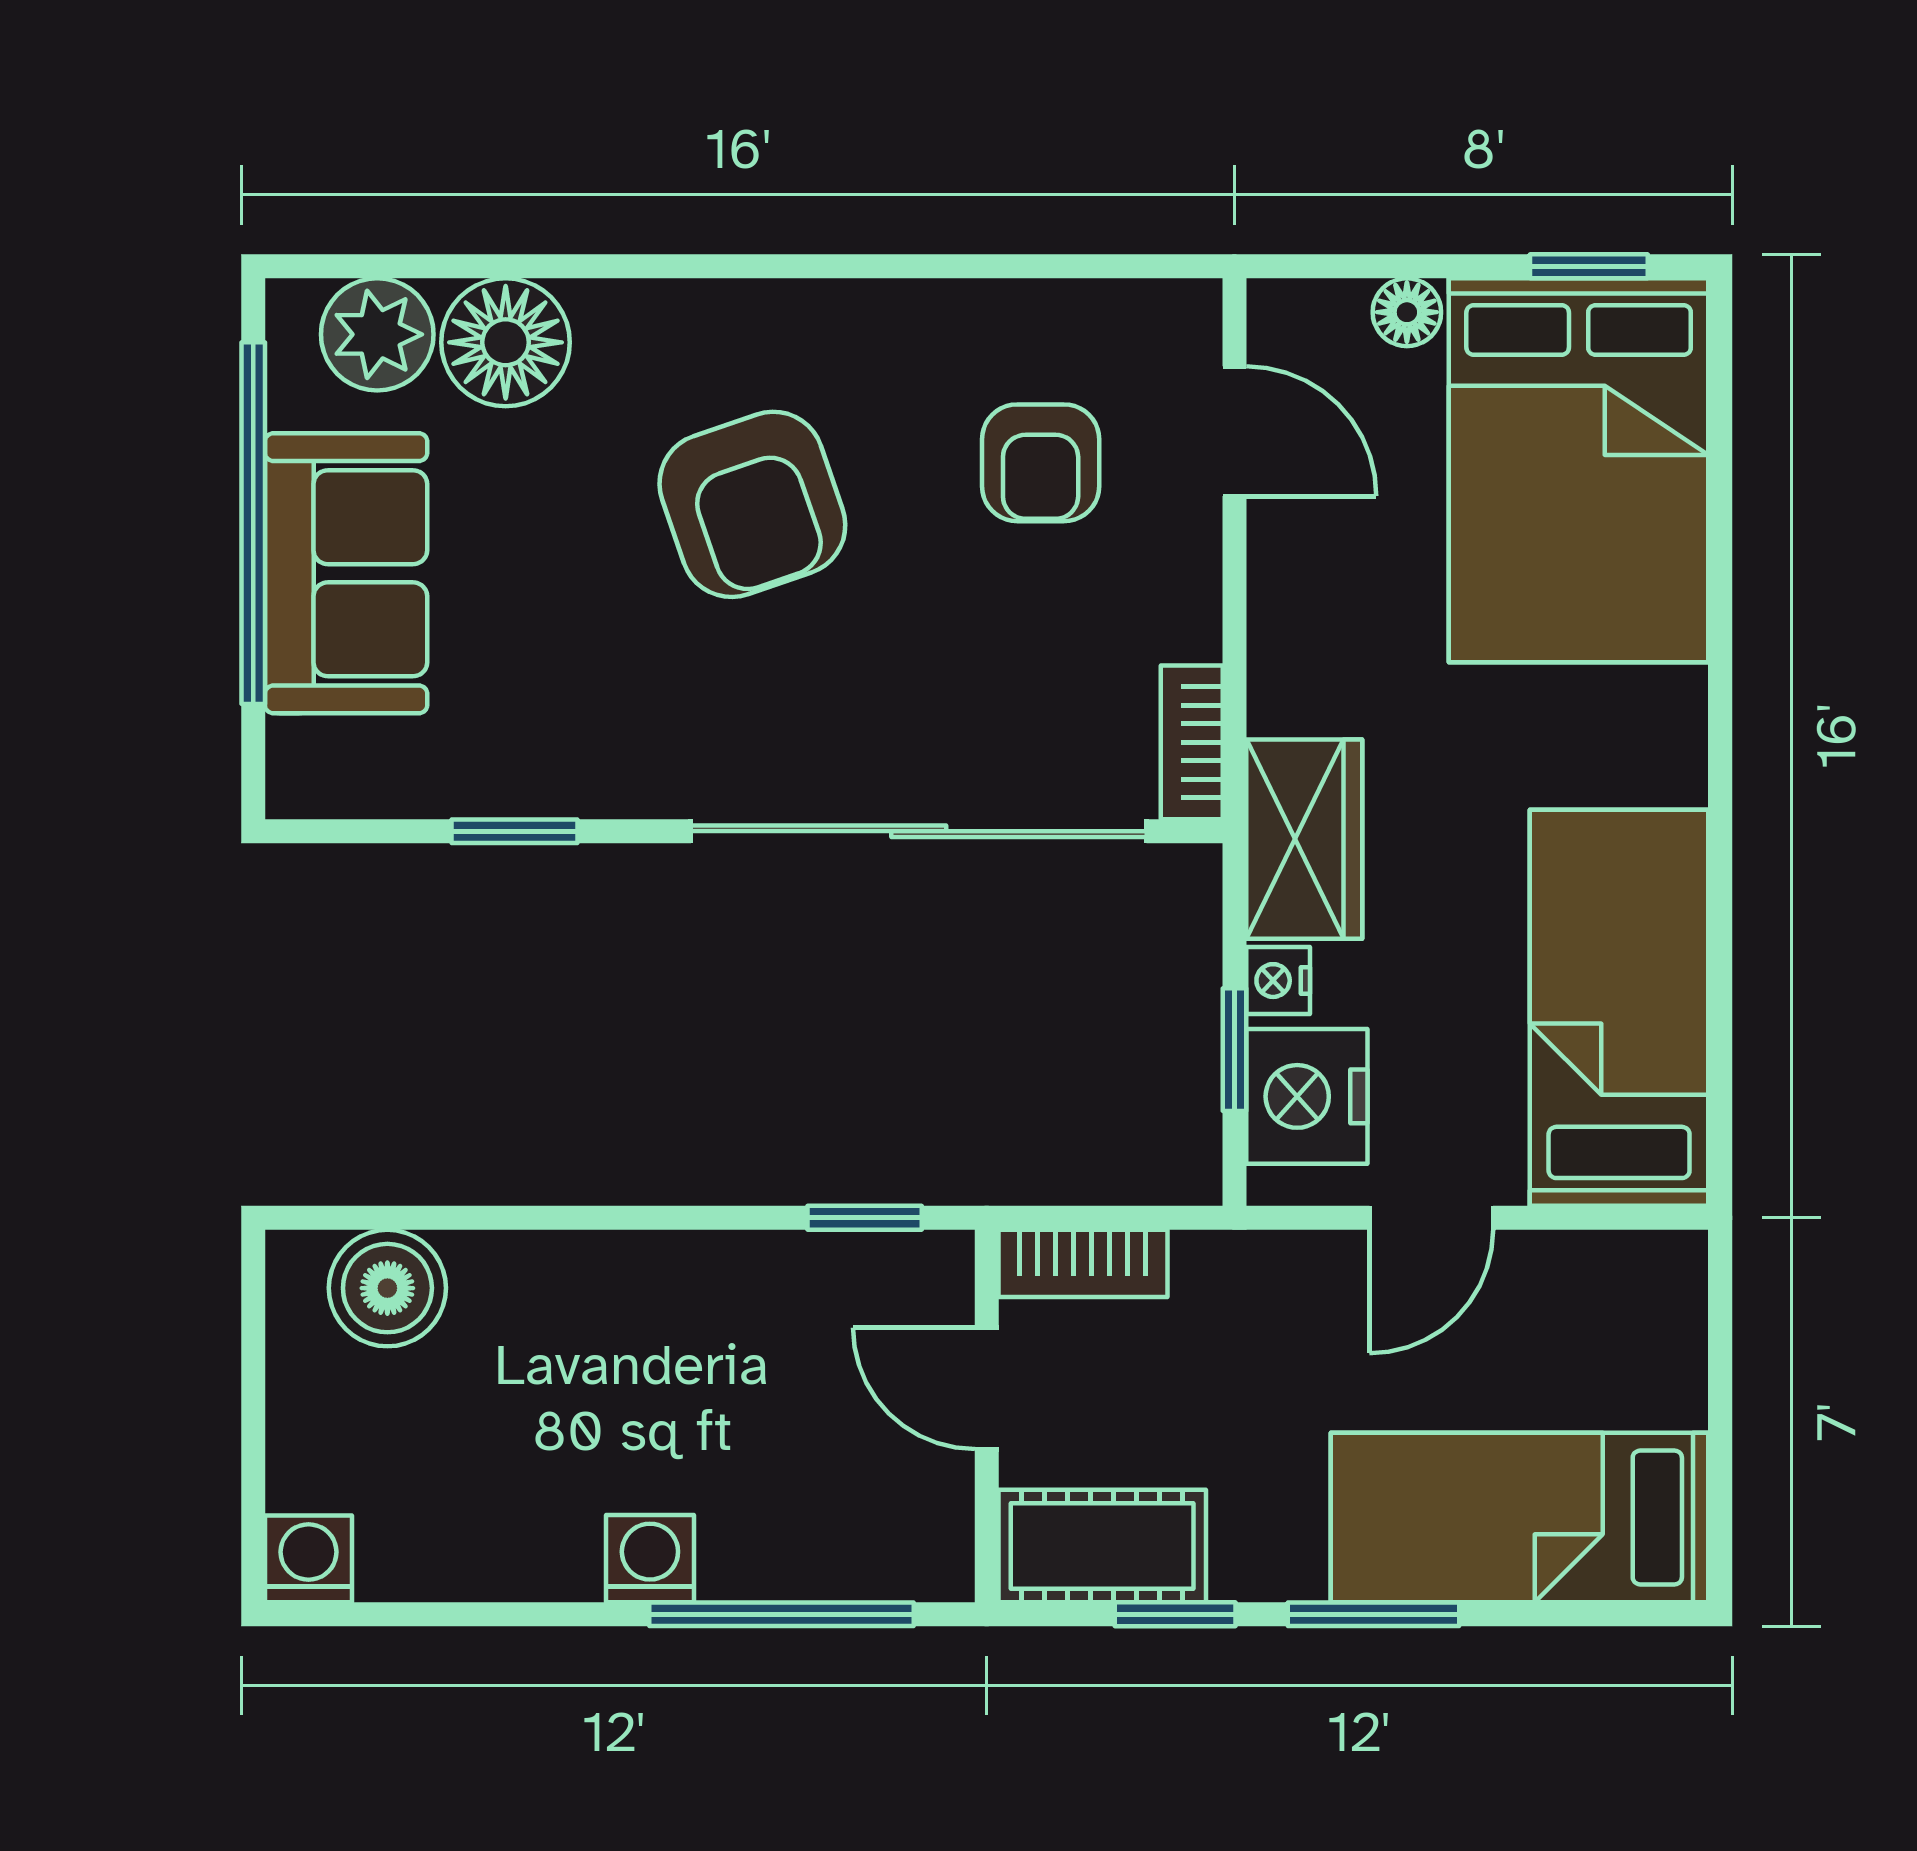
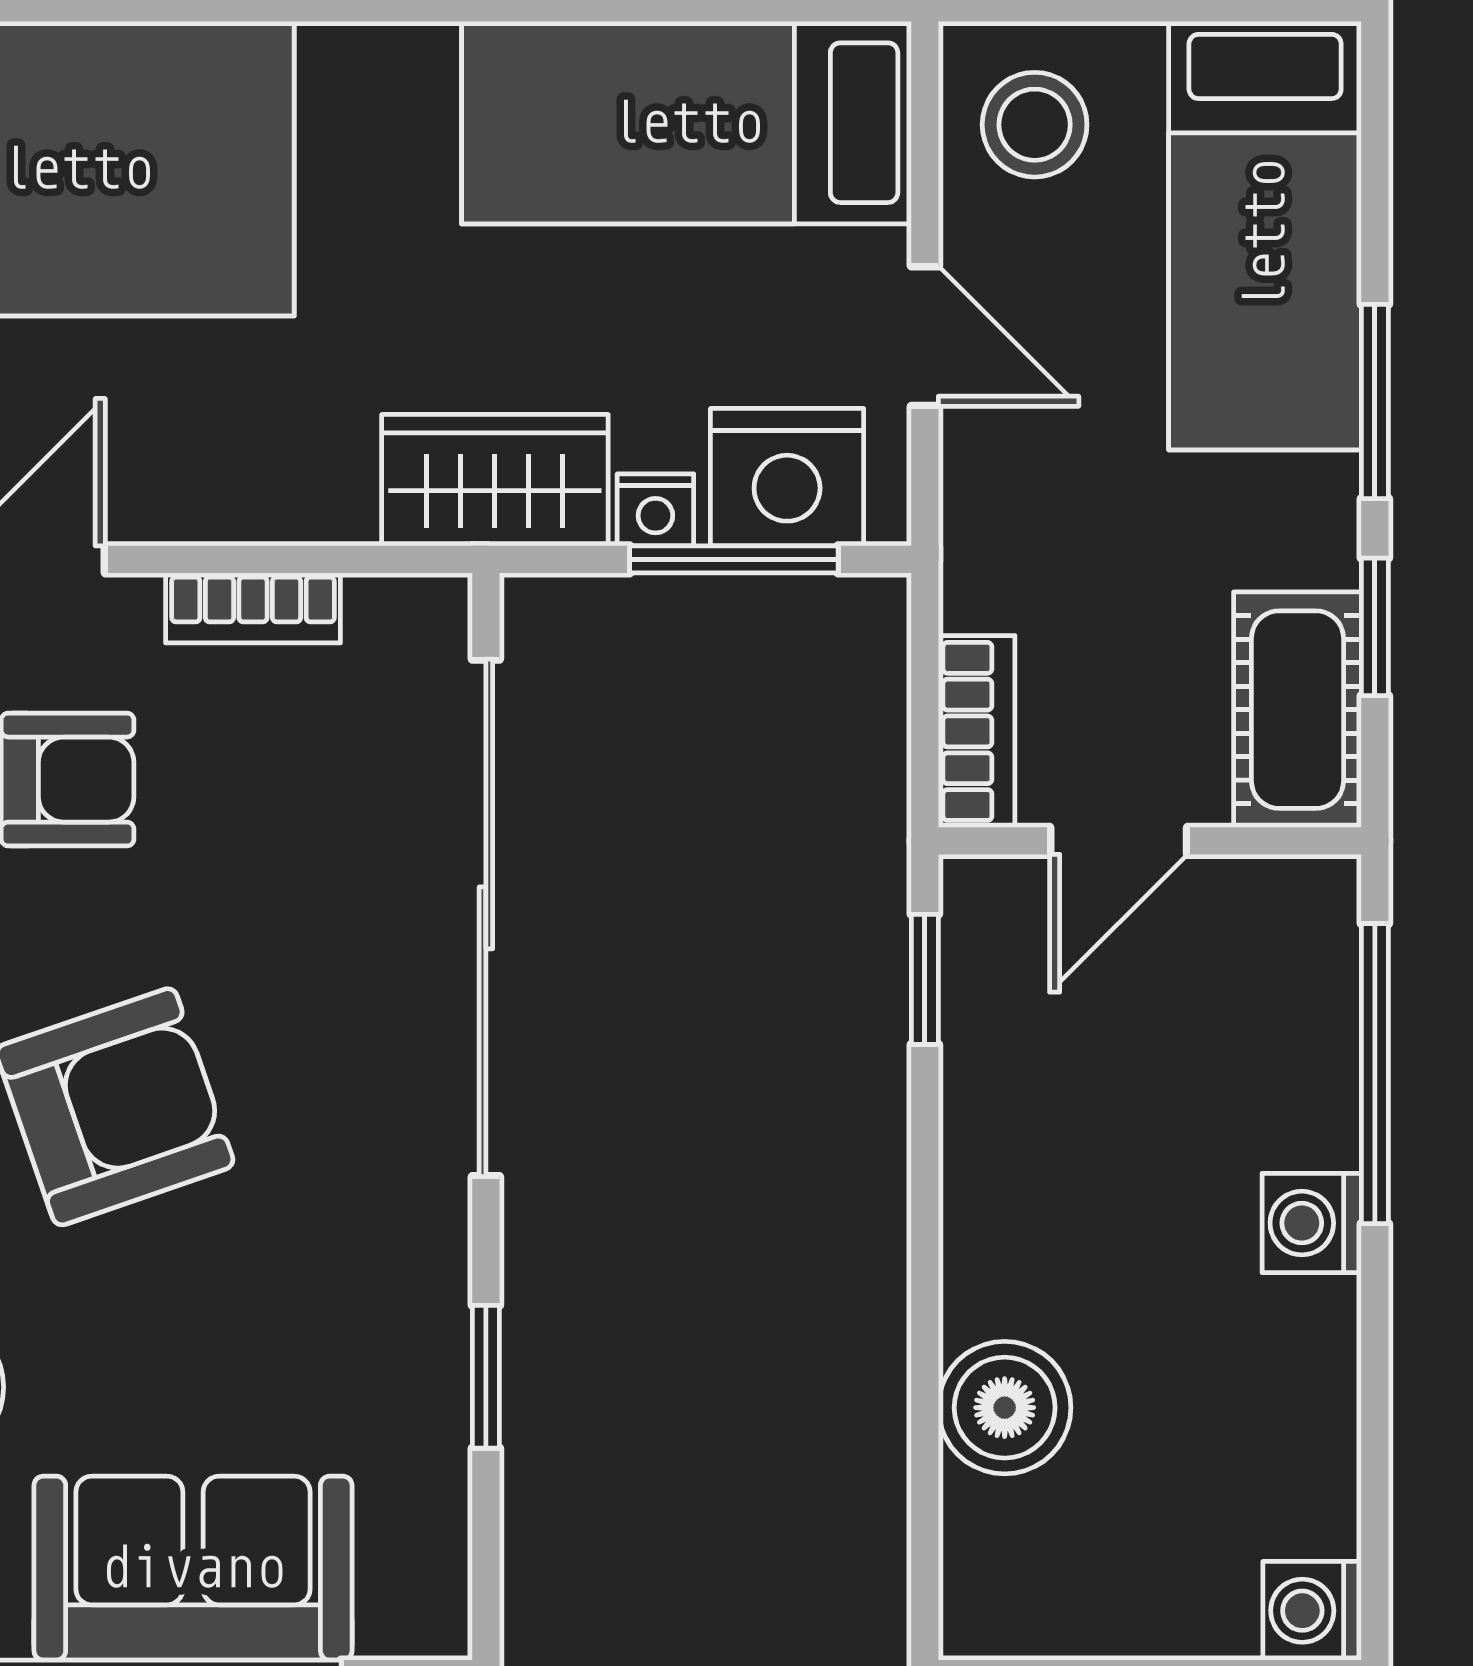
bookcase: (1192, 742) -> (253, 608), moved
window: (1234, 1050) -> (734, 559), width x1.50
boiler: (387, 1288) -> (1005, 1408), moved
stool: (1617, 1314) -> (1035, 125), added

